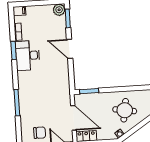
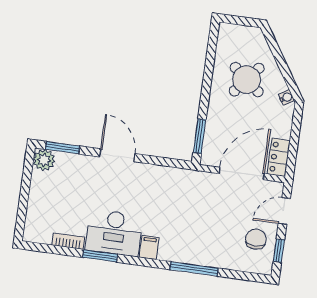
filing cabinet: (19, 11) -> (149, 247), moved
door: (70, 49) -> (117, 155), swing flipped
round table: (125, 110) -> (247, 80), turned 30

